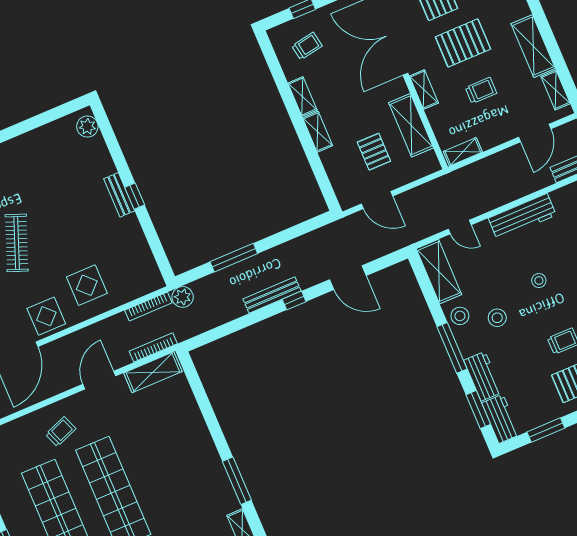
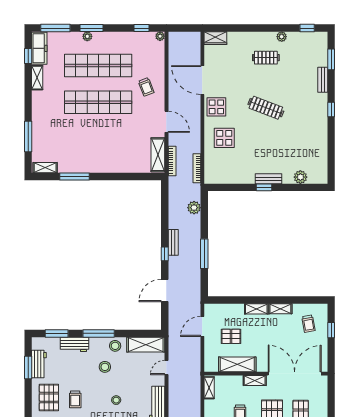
plant: (87, 127) -> (300, 177), moved
window: (234, 258) -> (204, 254), moved
bench: (272, 295) -> (173, 242), width x0.73
plant: (183, 297) -> (194, 208), moved
workbench: (501, 419) -> (39, 364), moved, turned -90

